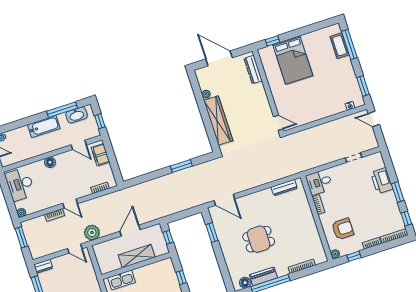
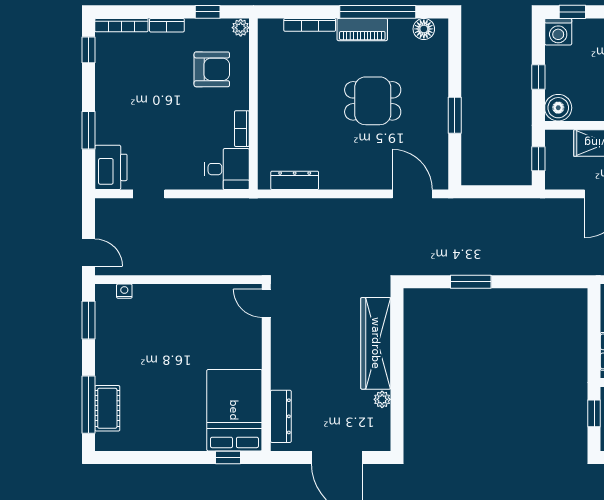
bed: (293, 60) -> (234, 410), moved
printer: (382, 181) -> (111, 167), moved
window: (398, 192) -> (88, 130), moved
armchair: (343, 229) -> (212, 69), turned 180
window: (212, 233) -> (455, 115), moved
boiler: (166, 266) -> (558, 108), added
piano: (263, 276) -> (362, 30), moved

